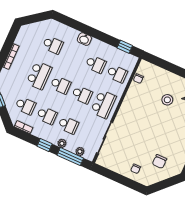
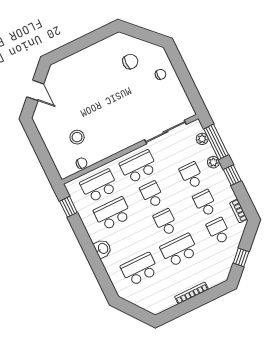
school desk: (53, 45) -> (140, 269), width x1.85
school desk: (96, 64) -> (113, 214), width x1.85
school desk: (117, 74) -> (99, 186), width x1.85
stool: (167, 100) -> (77, 137), moved

